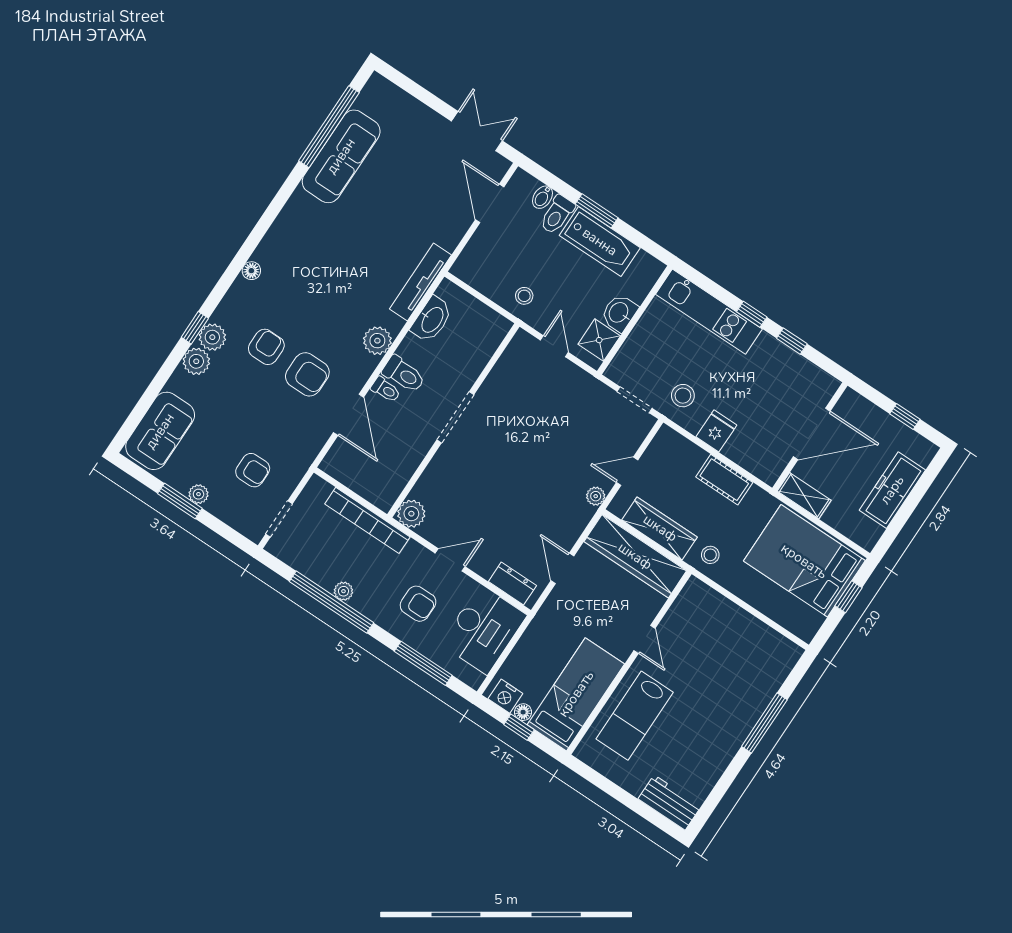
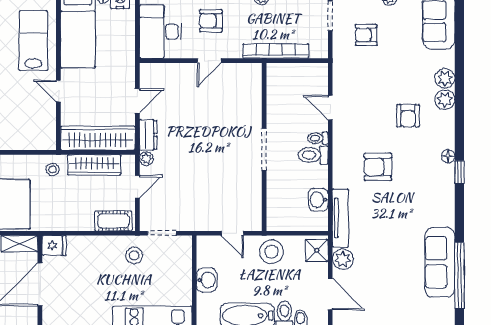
stool: (524, 296) -> (271, 252), width x1.89, depth x1.89
washbasin: (432, 319) -> (318, 200), width x0.72
window: (195, 328) -> (459, 172), moved
shower: (599, 340) -> (317, 250), moved
plant: (377, 341) -> (343, 259), moved
armchair: (307, 374) -> (378, 167), moved
door: (349, 415) -> (330, 108), width x0.73
fridge: (716, 431) -> (54, 246), moved, turned -90
cot: (724, 480) -> (113, 221), moved
plant: (411, 514) -> (252, 73), removed
door: (562, 568) -> (137, 101), hinge flipped
dresser: (512, 584) -> (148, 135), moved, turned -90

